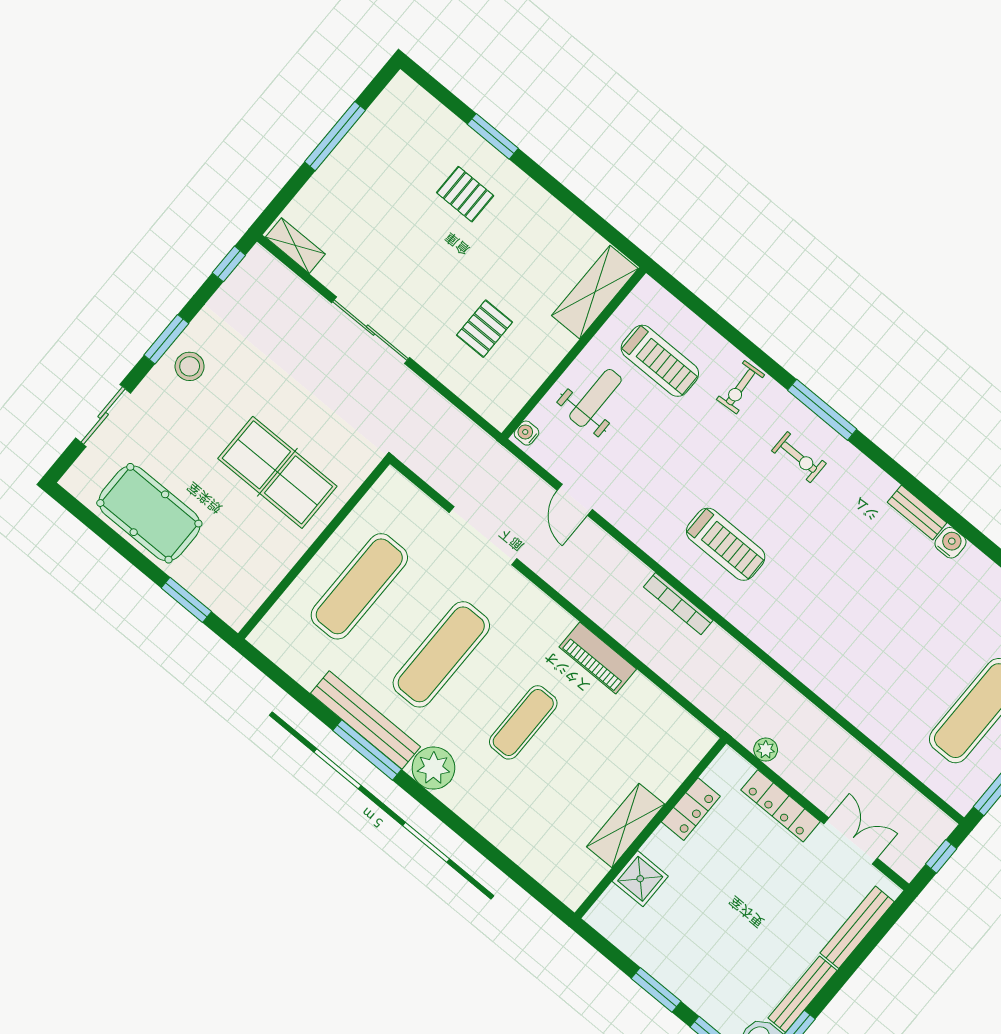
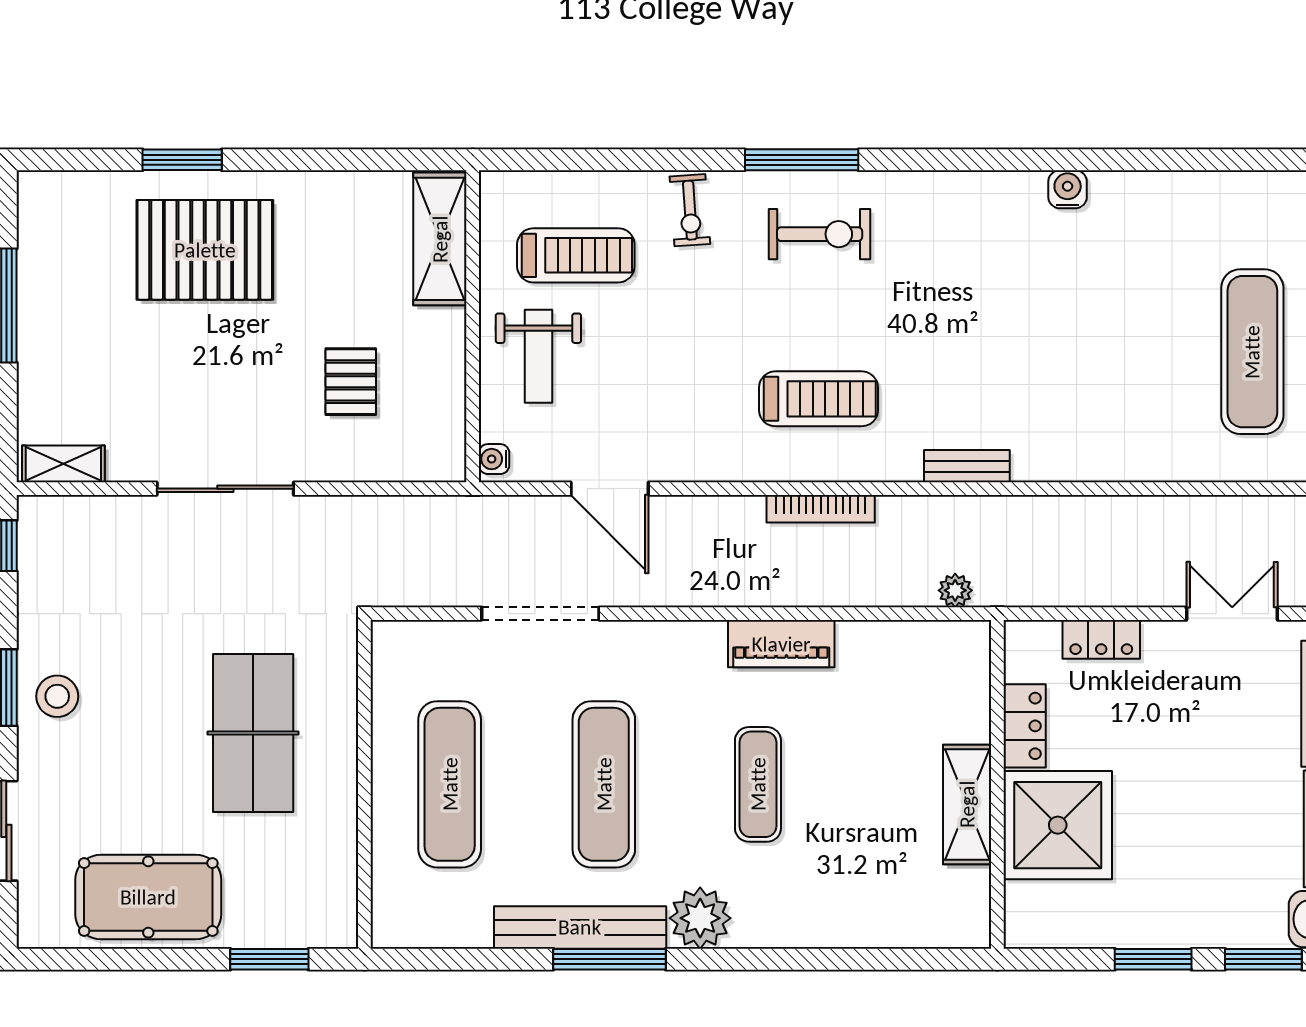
pallet: (465, 194) -> (205, 250), width x2.05, depth x2.00
weight bench: (595, 398) -> (538, 356), turned 180
exercise bike: (799, 457) -> (820, 234), width x1.38, depth x1.39
table tennis table: (277, 472) -> (253, 733), turned 90
door: (575, 500) -> (610, 489), width x1.38
bench: (917, 513) -> (967, 466), moved
plant: (766, 750) -> (955, 590), moved
locker: (781, 806) -> (1101, 639), width x0.66
shower: (640, 879) -> (1058, 825), width x1.86, depth x1.86

